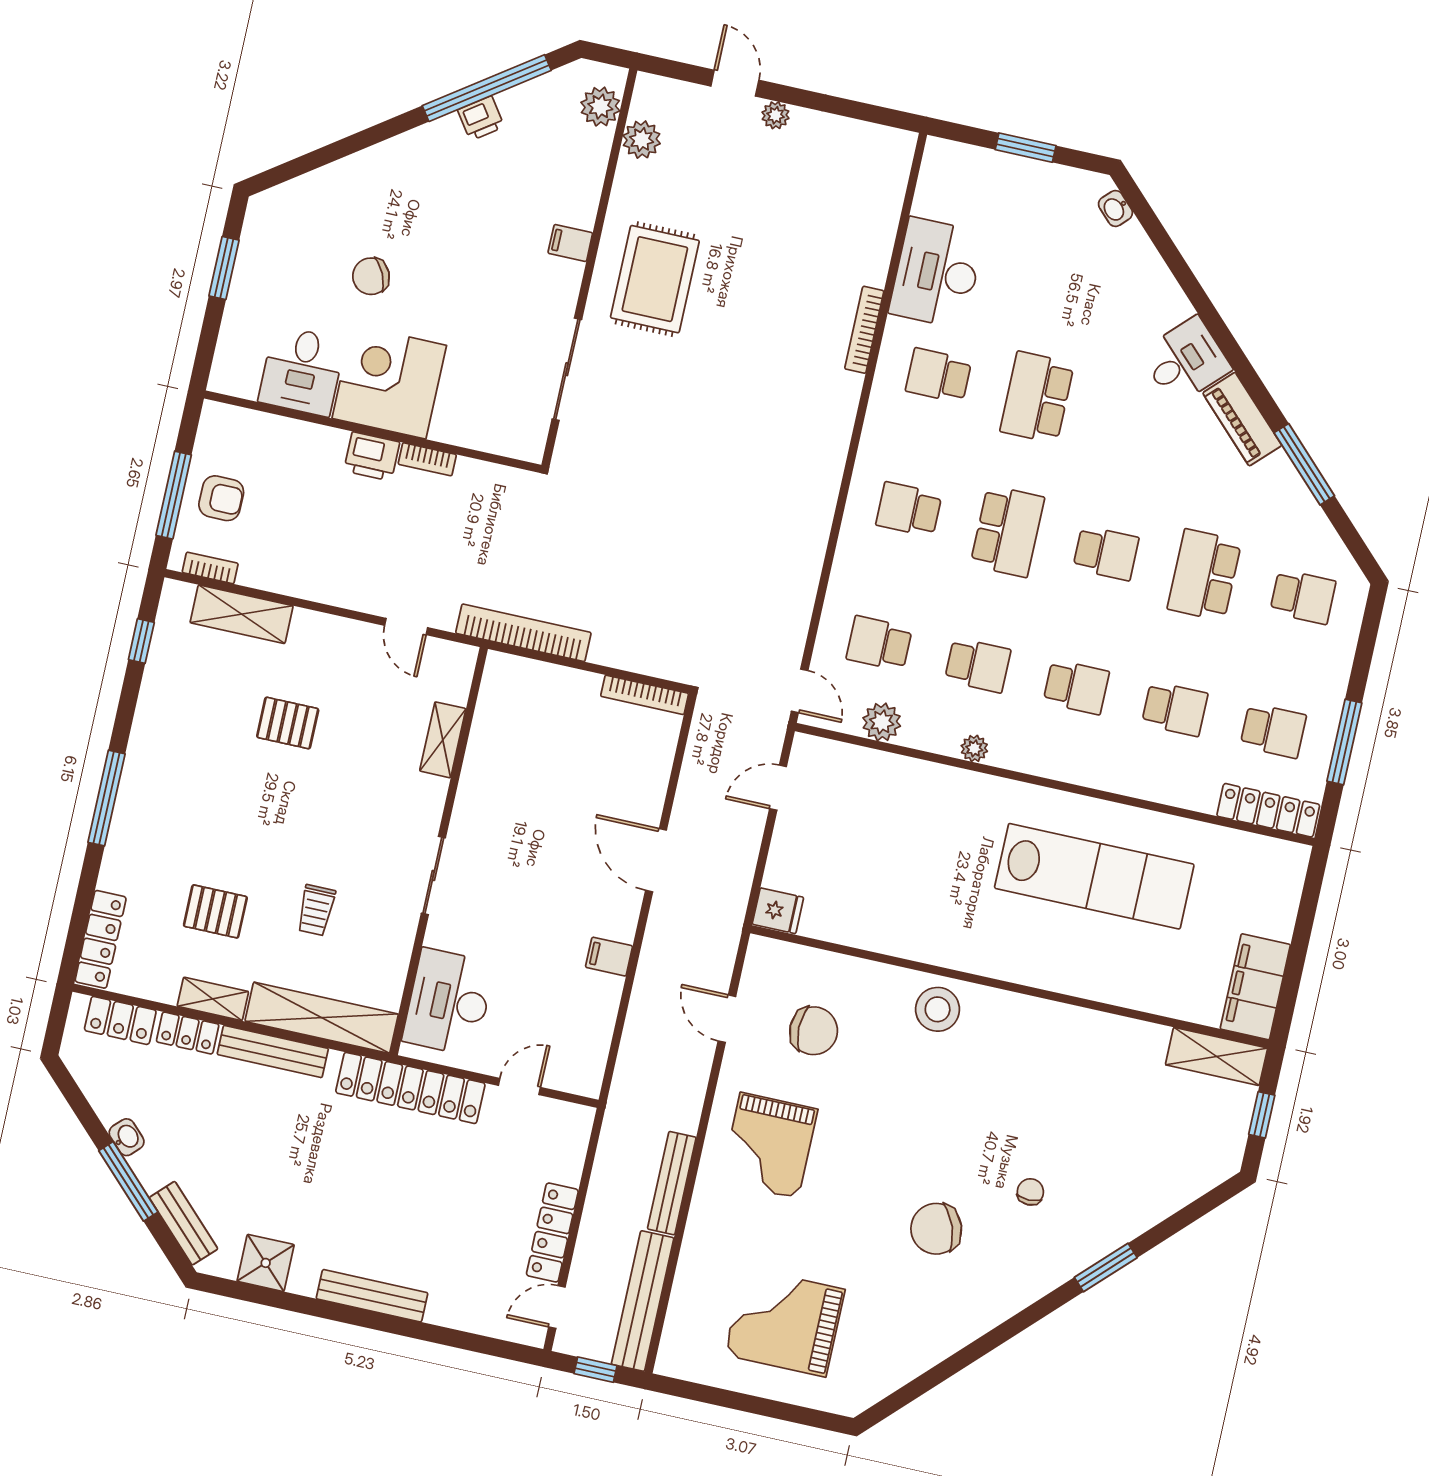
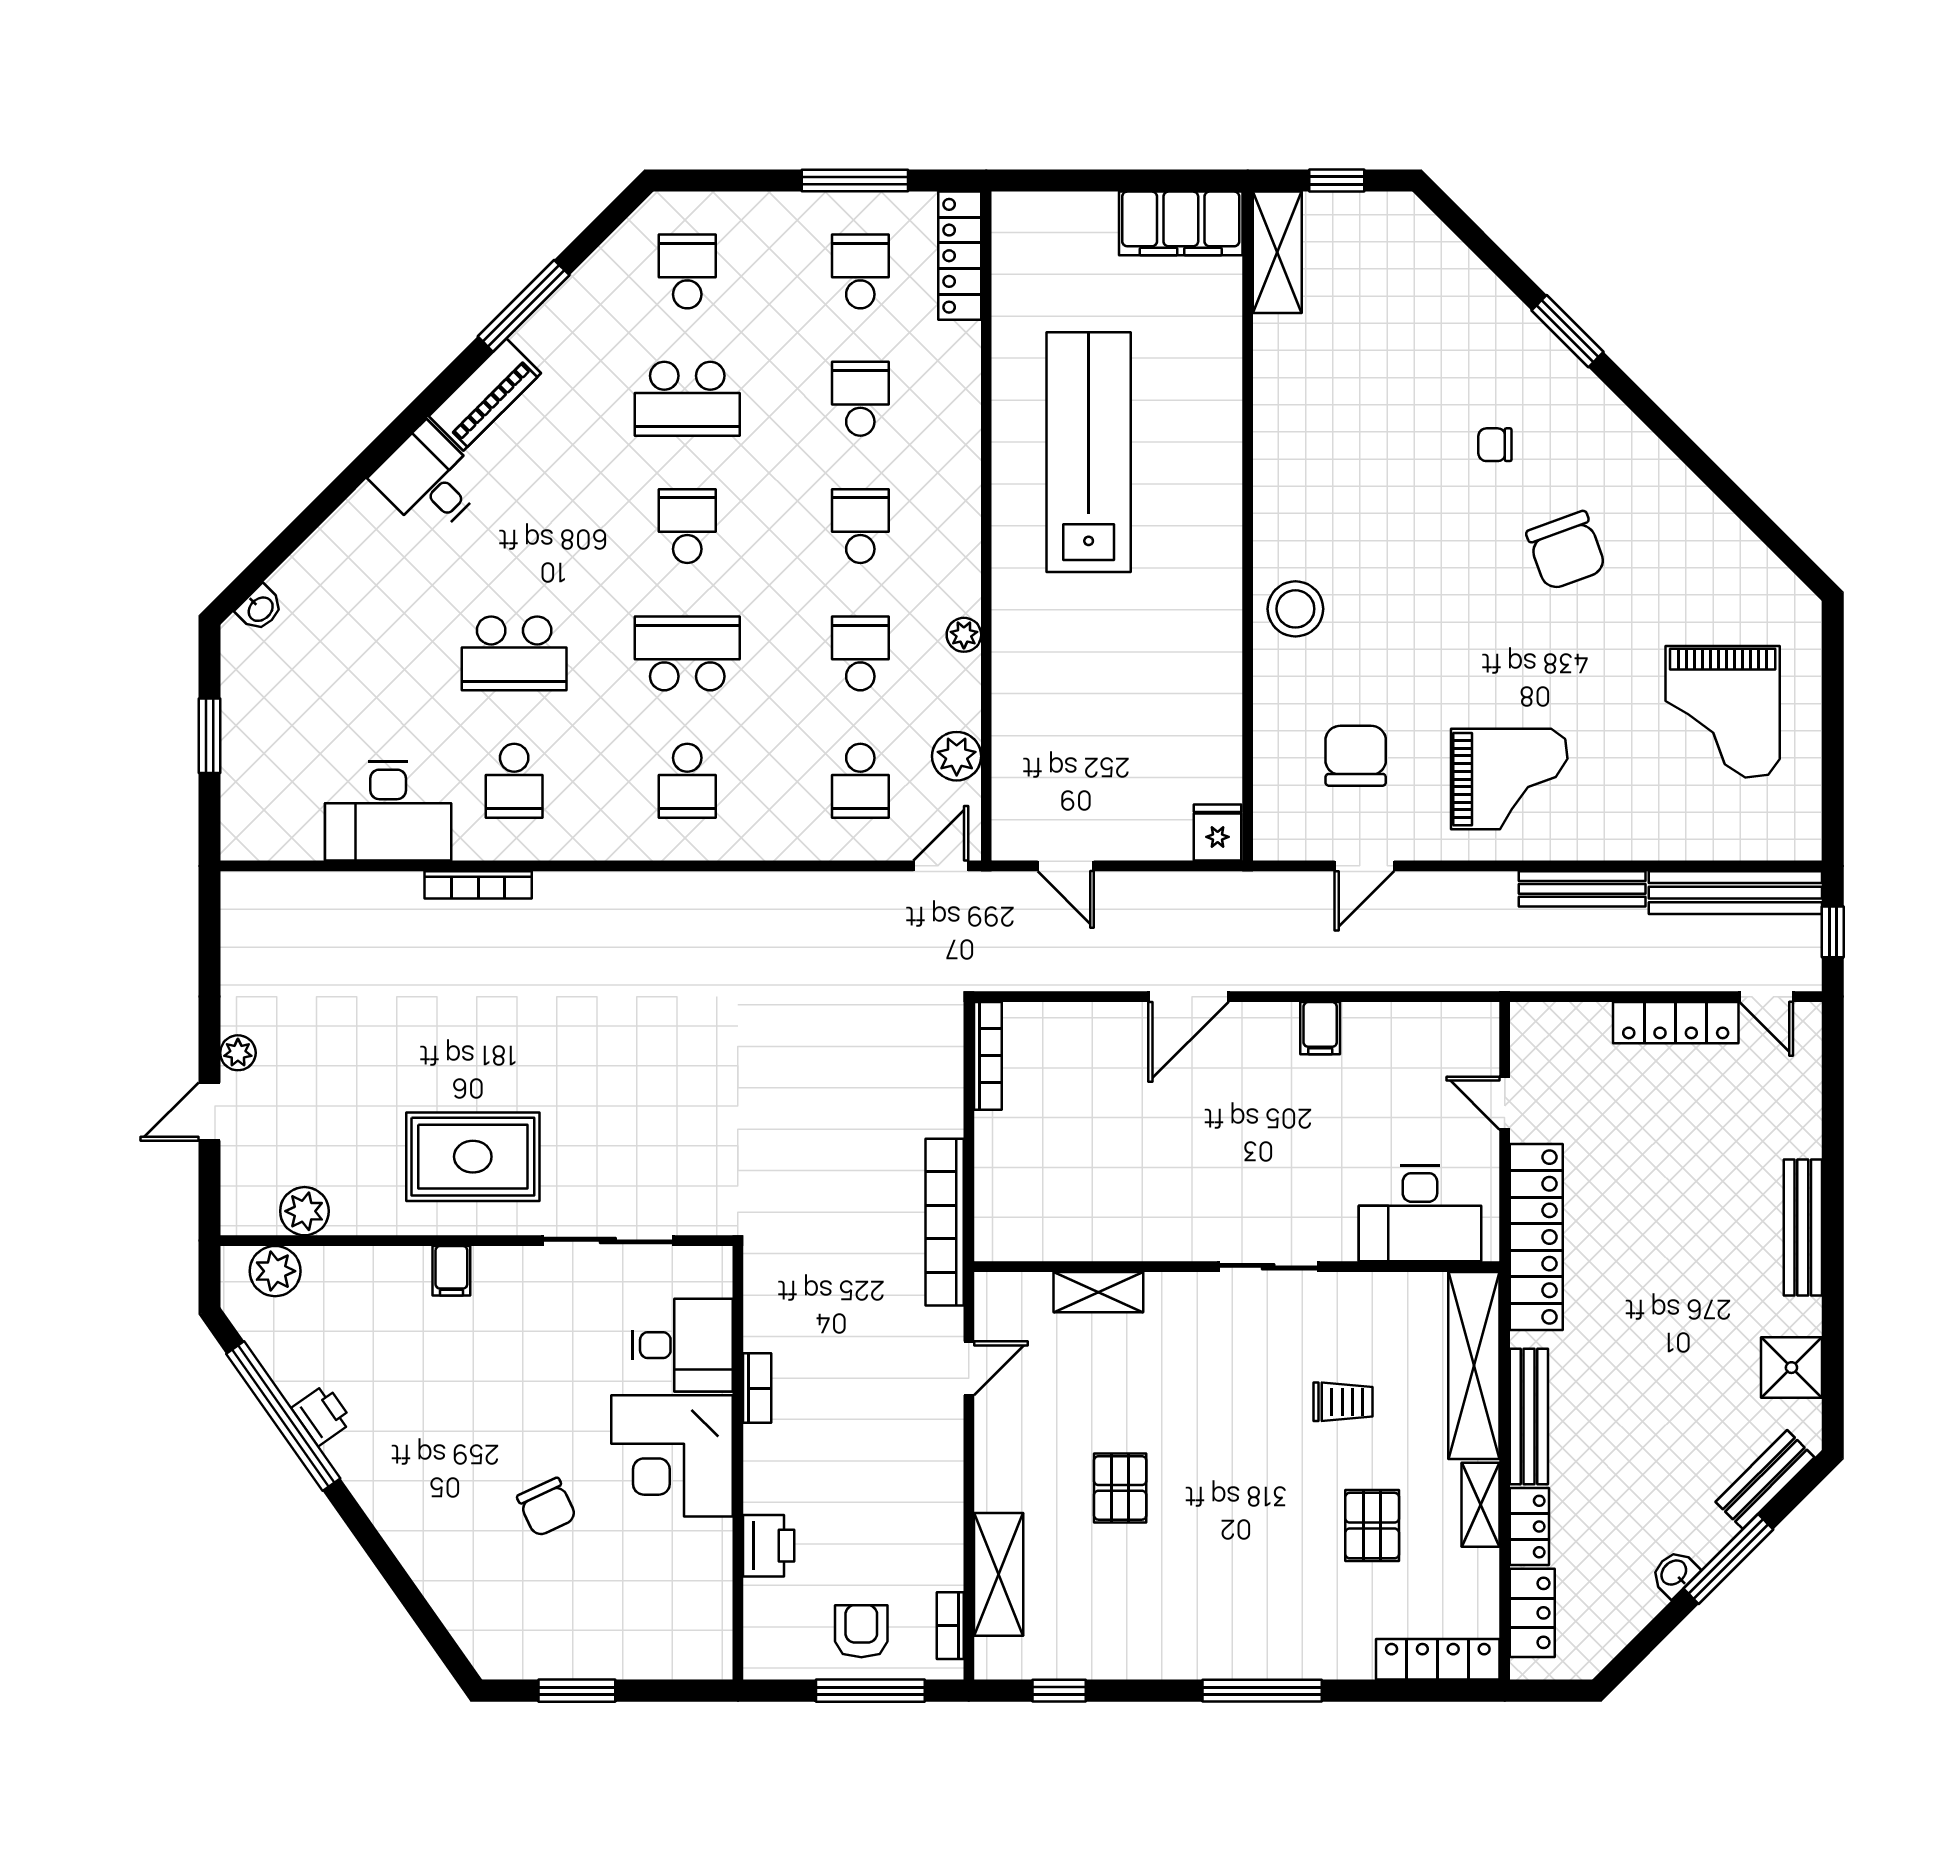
desk: (302, 371) -> (682, 1345), moved
printer: (372, 456) -> (769, 1546), moved

